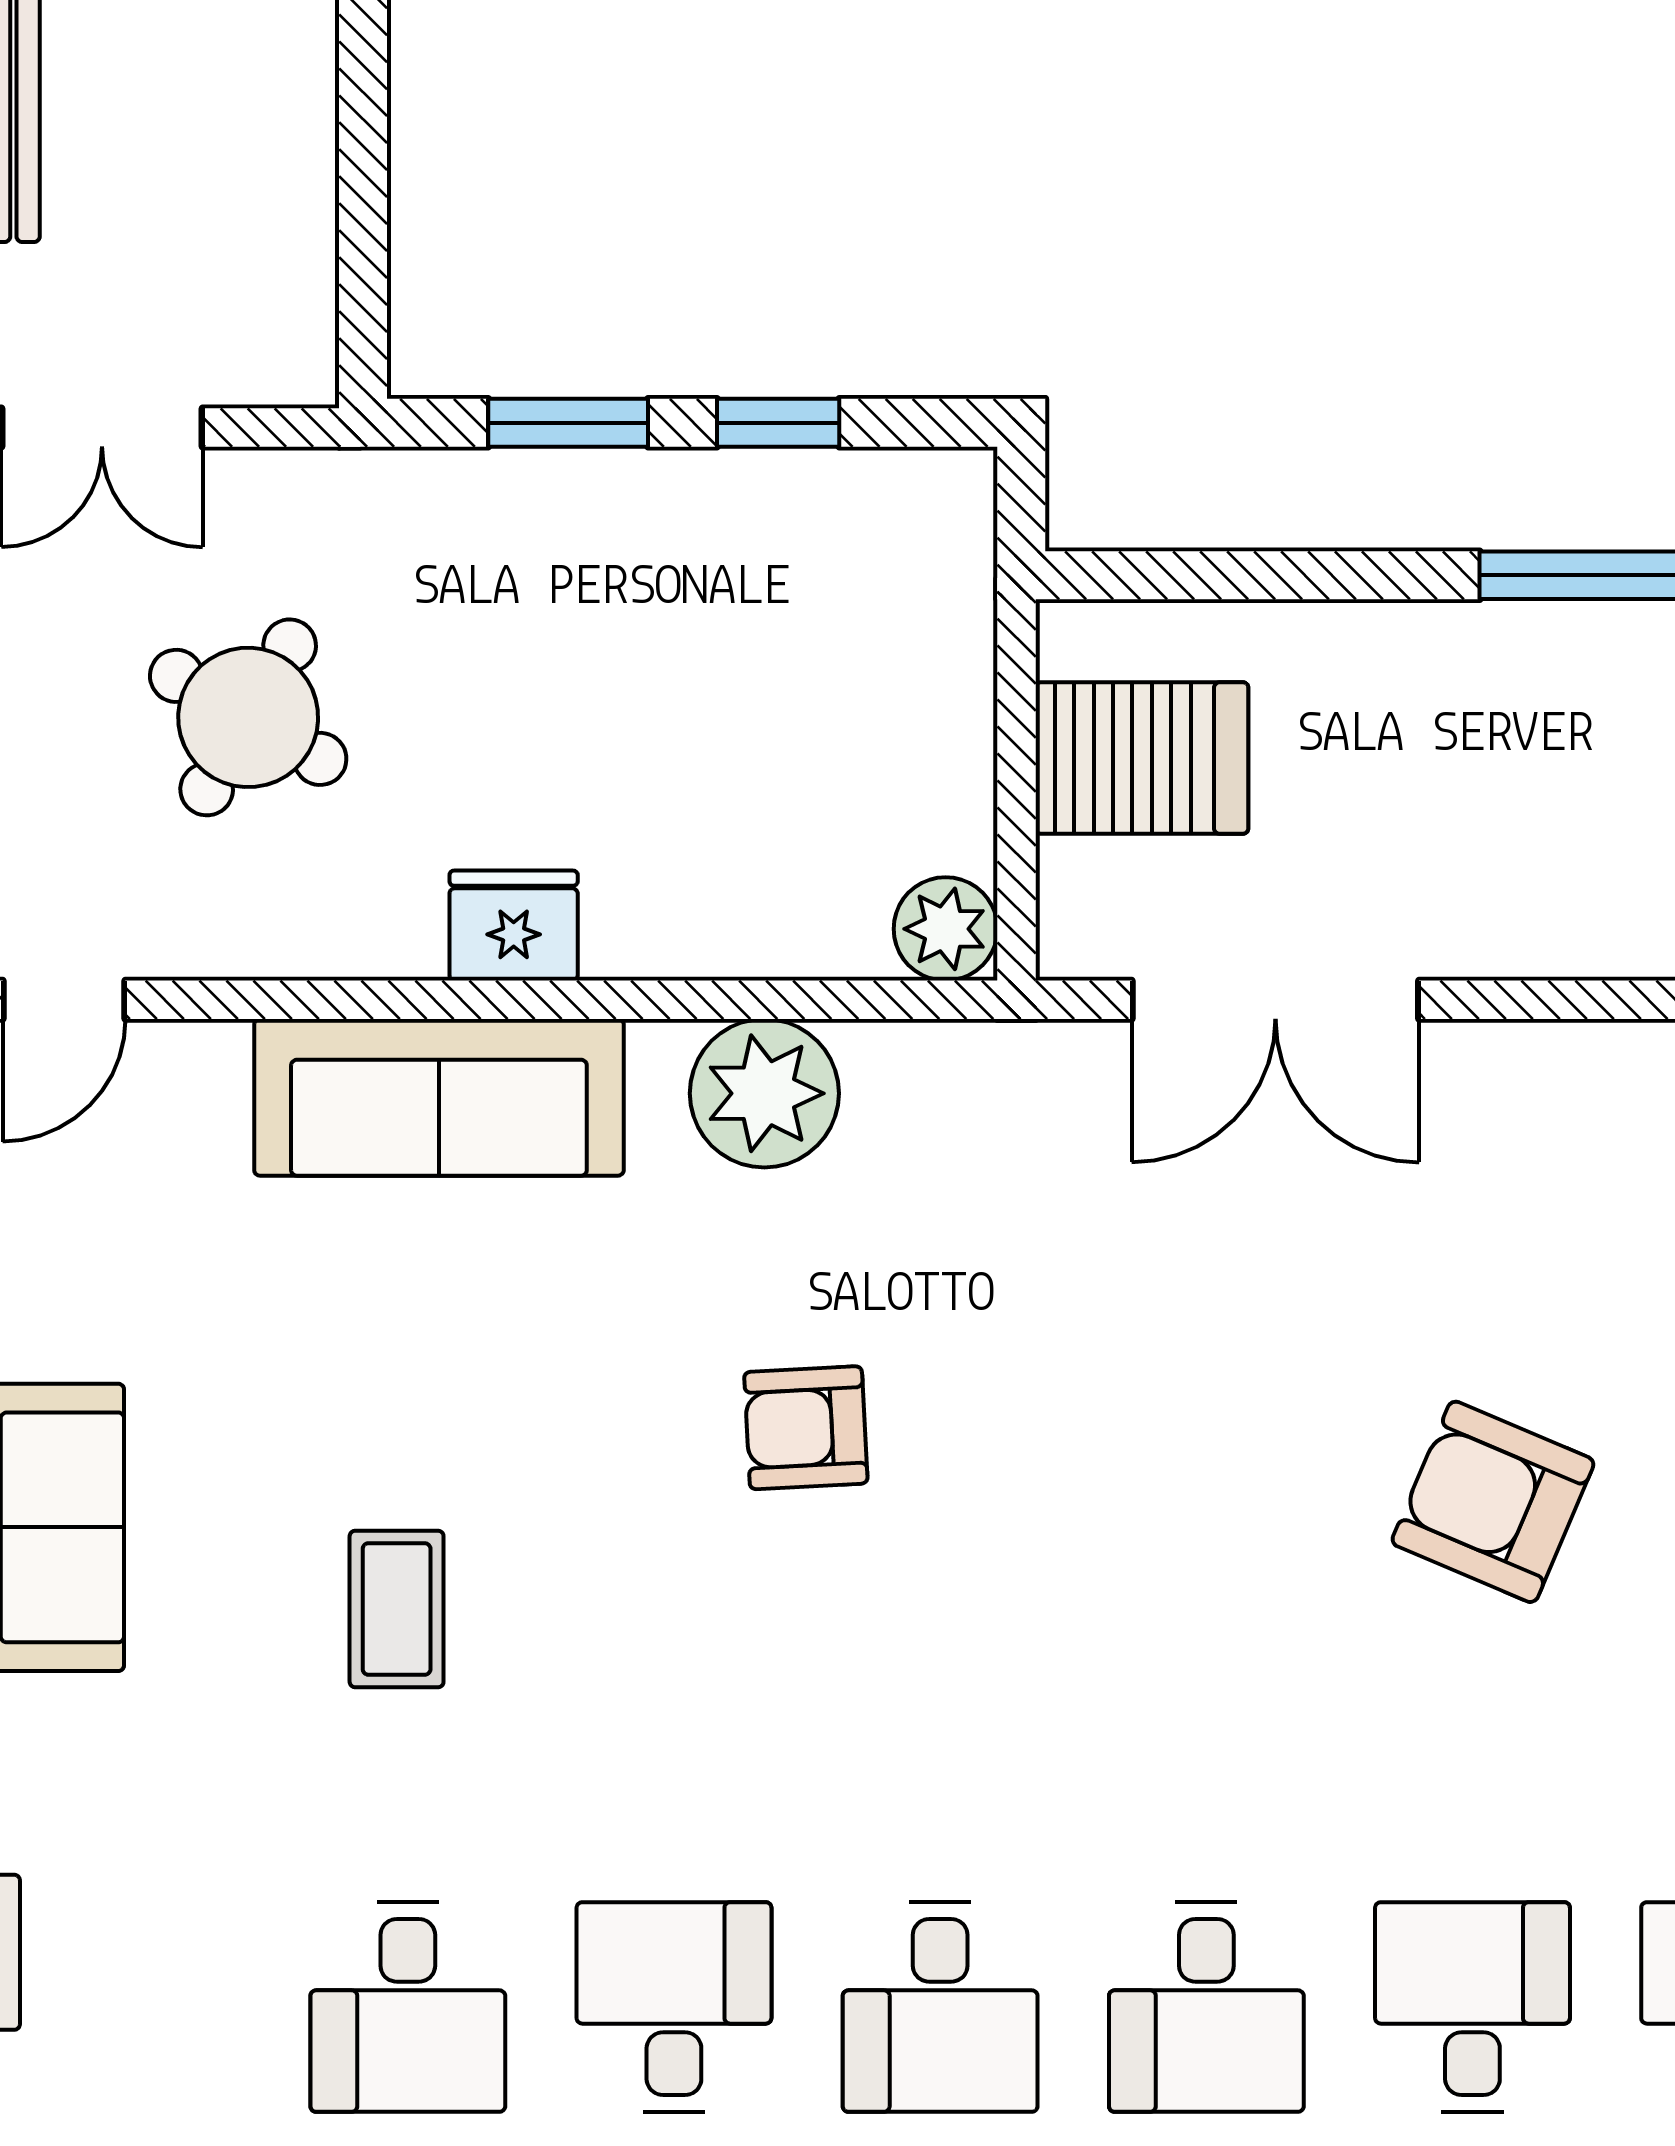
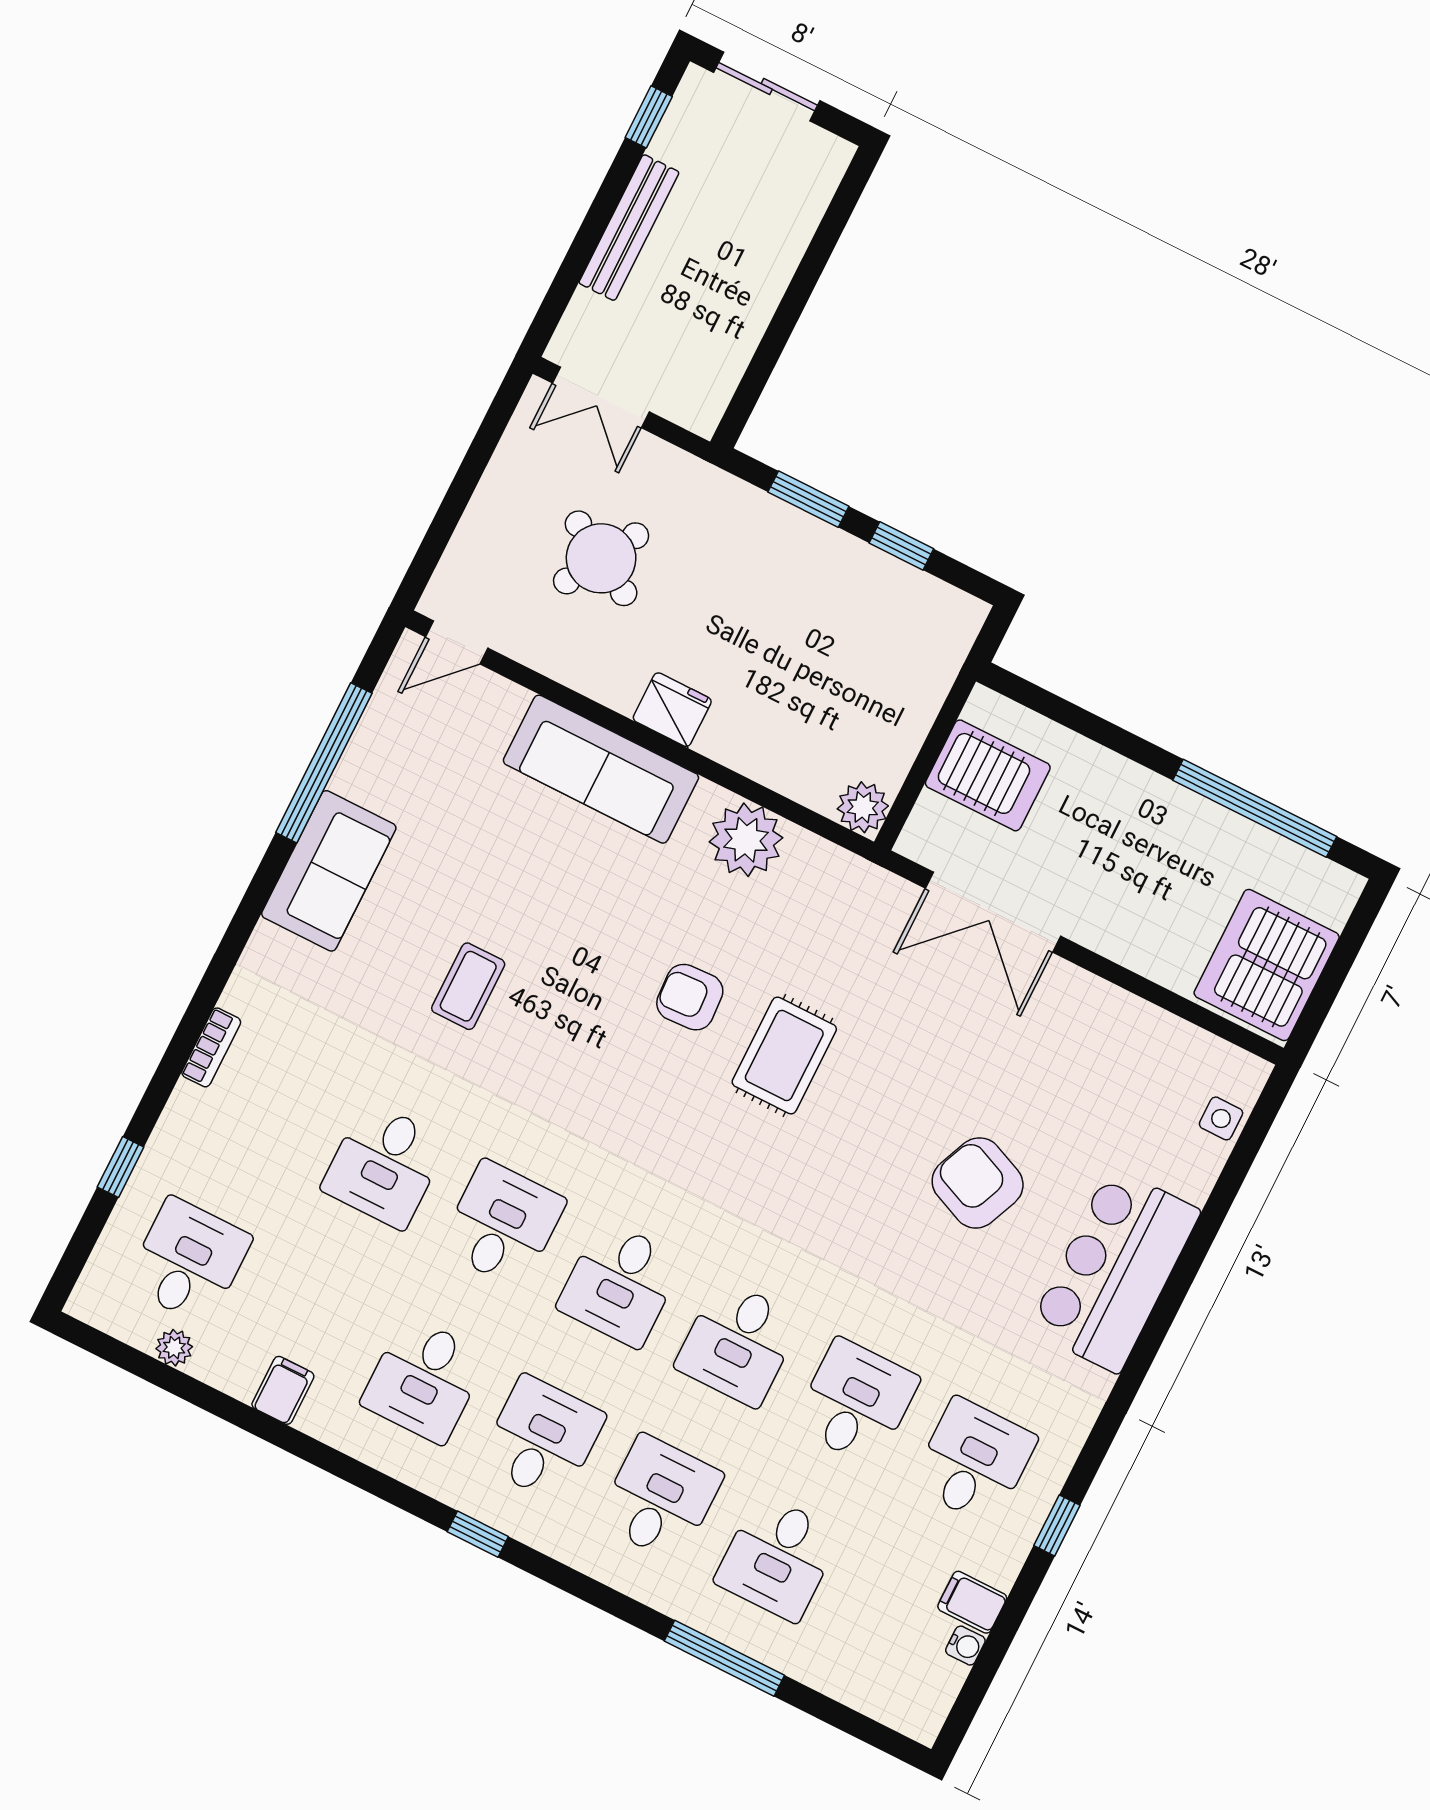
rug: (1029, 1447) -> (784, 1055), added

